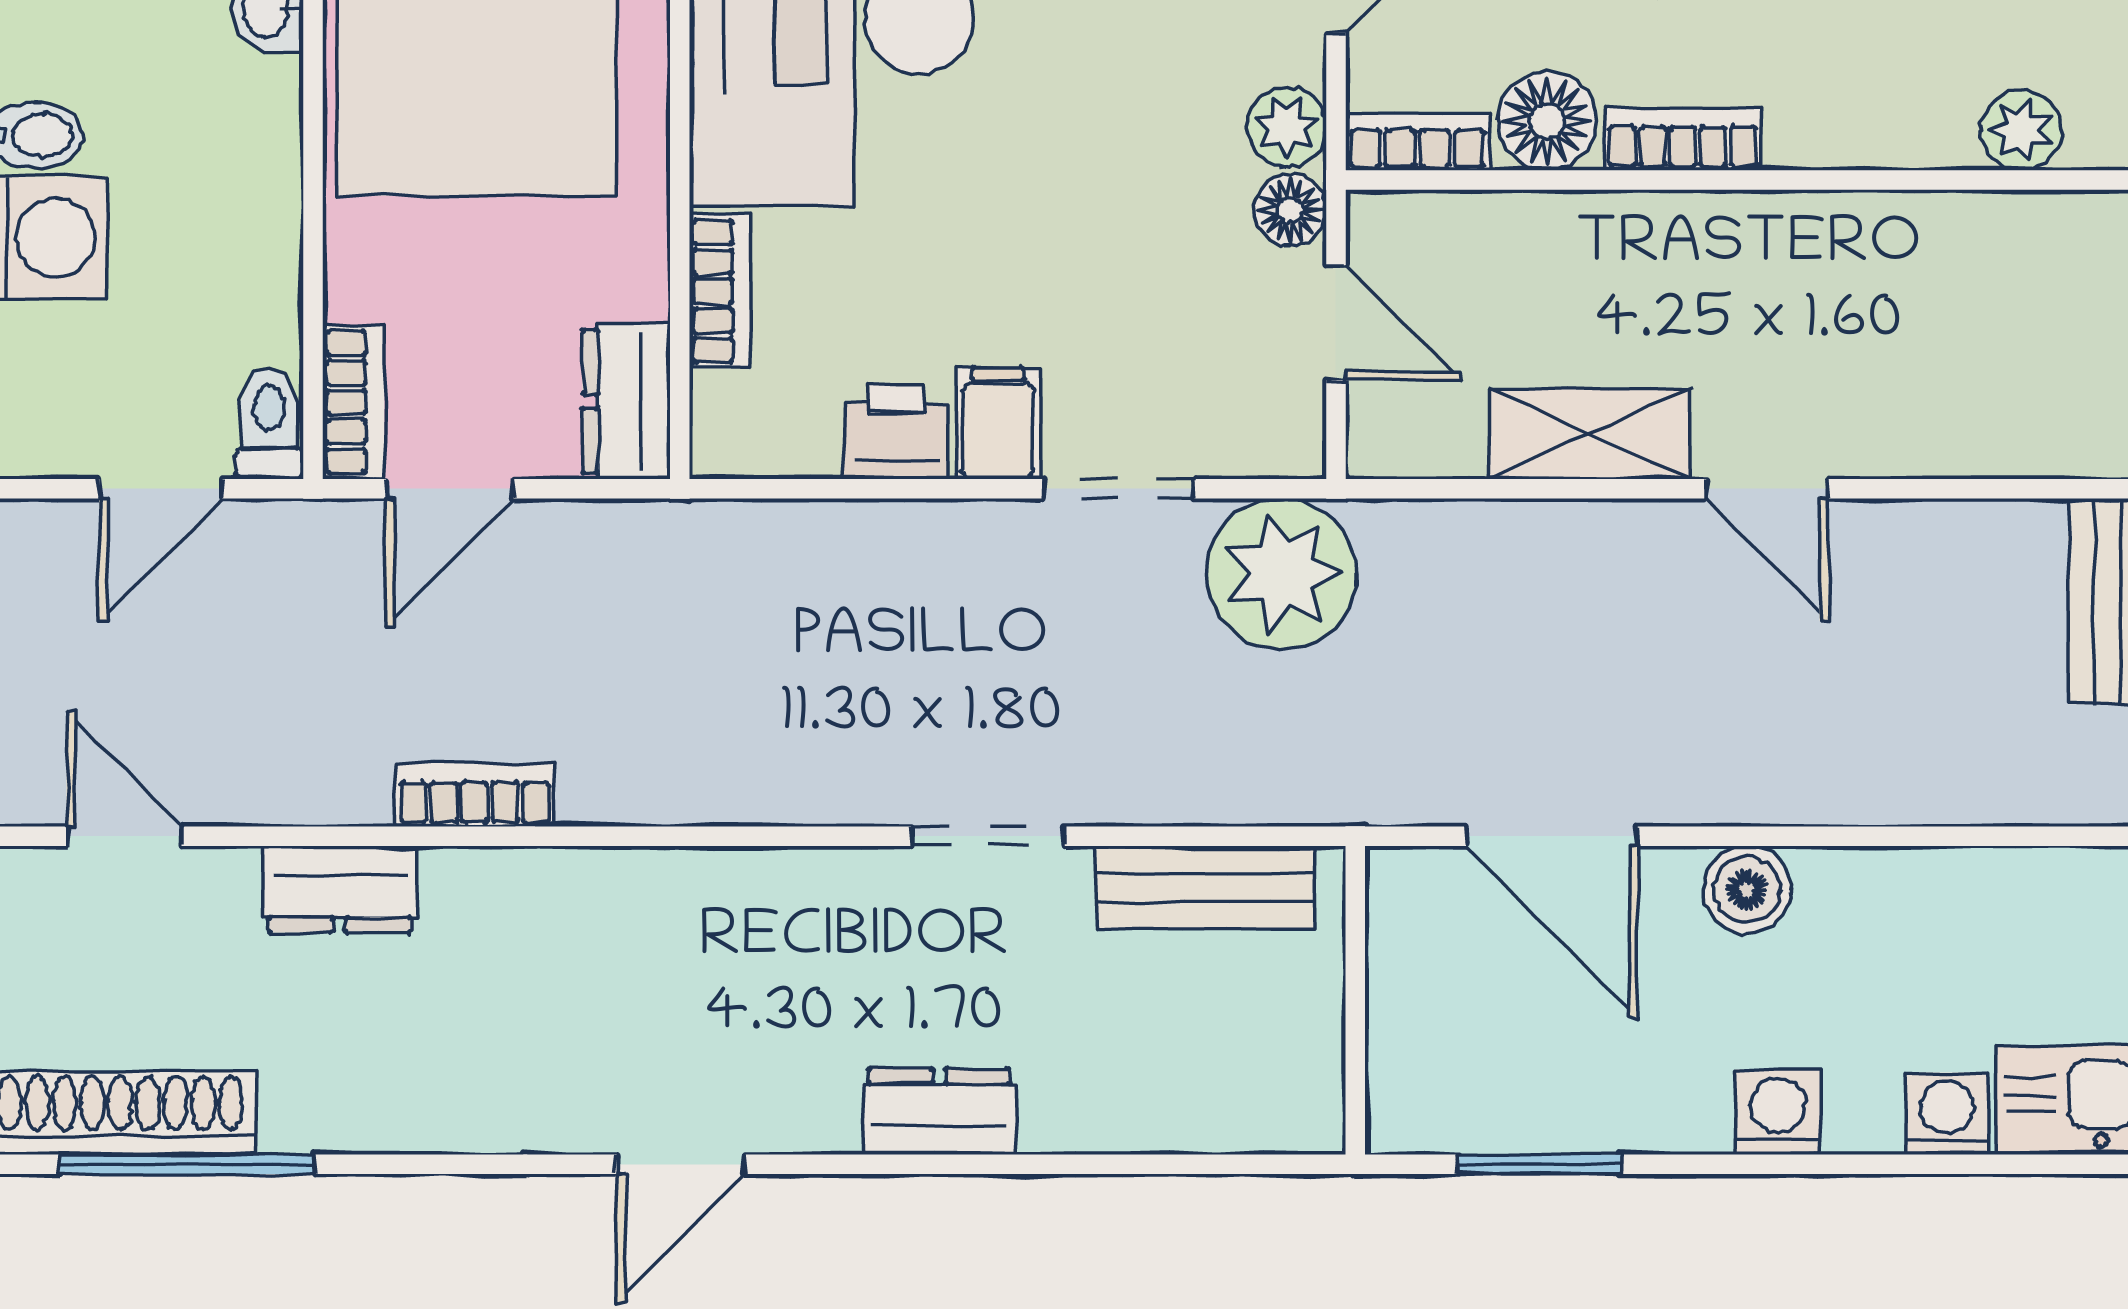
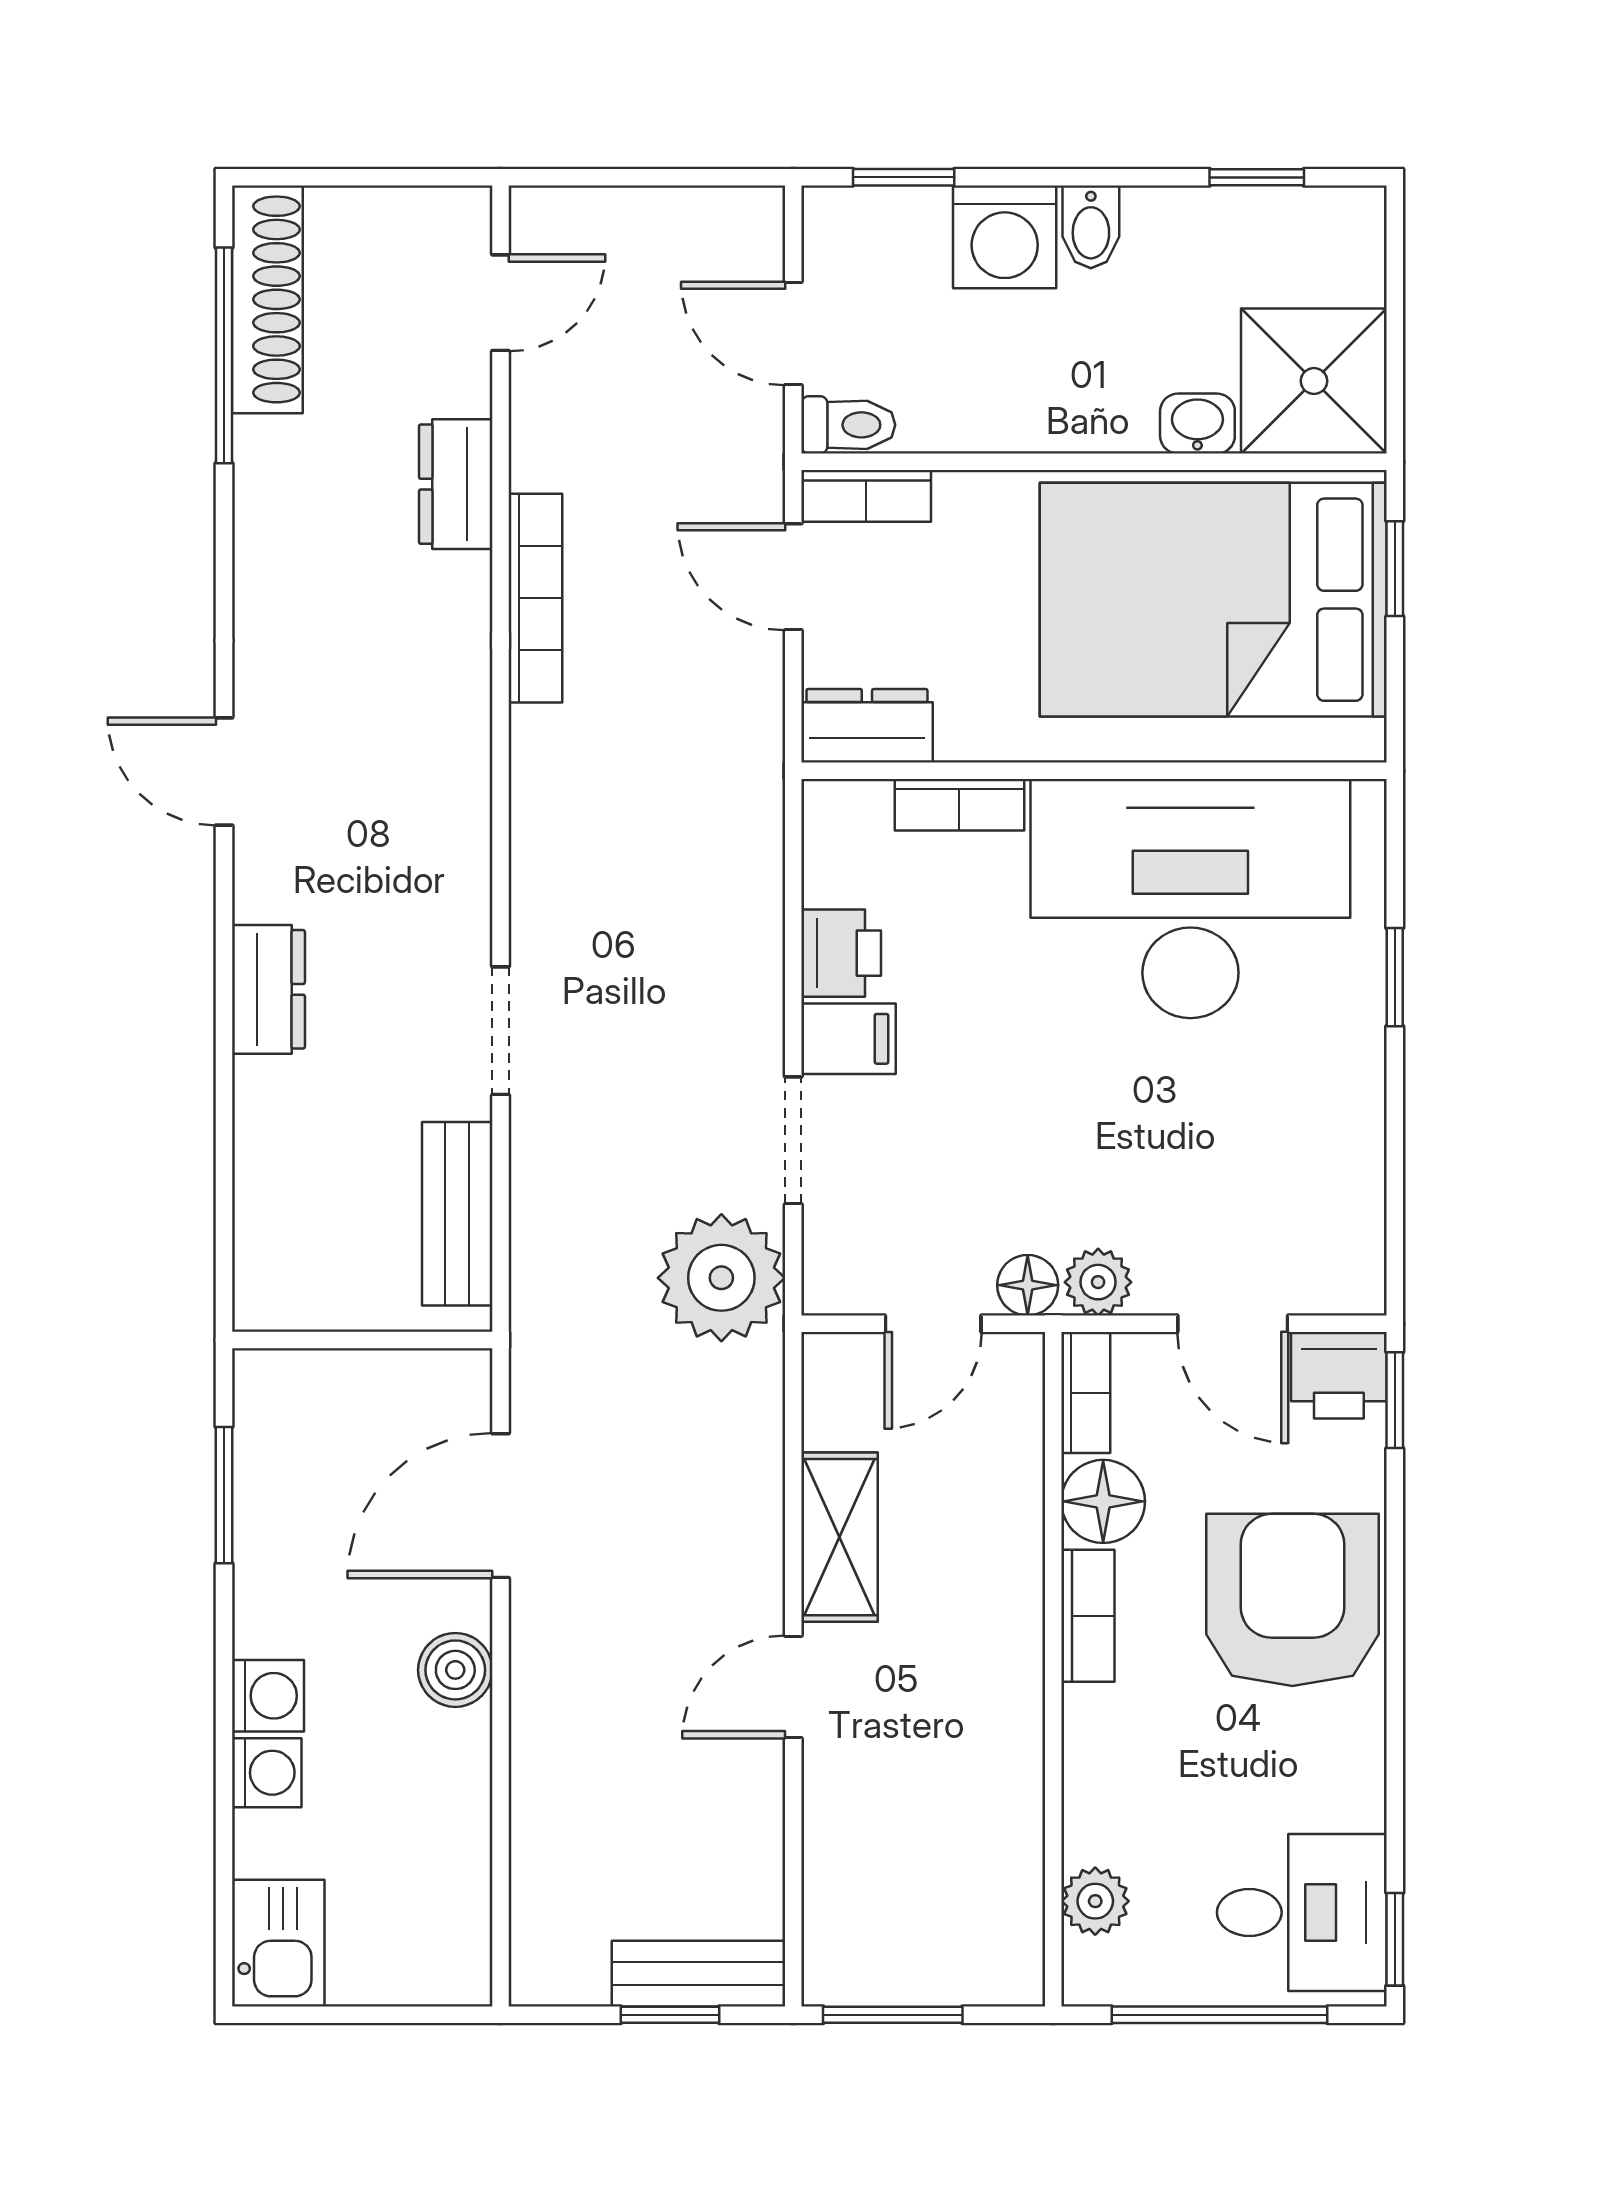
bookcase: (475, 795) -> (535, 598), width x1.56
washing machine: (1947, 1114) -> (267, 1773), moved

